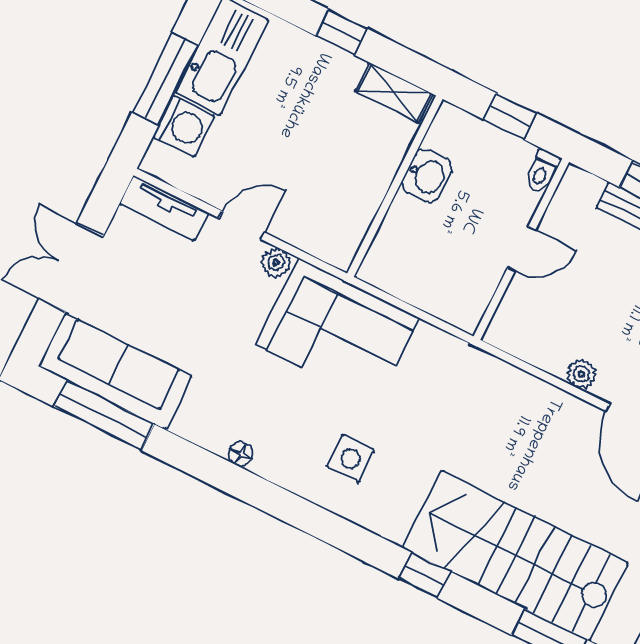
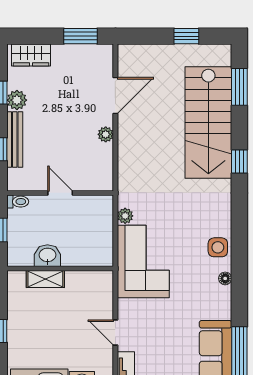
shelving: (394, 92) -> (45, 279), moved, turned 90
plant: (276, 263) -> (125, 216), moved
side table: (351, 459) -> (218, 247), moved

